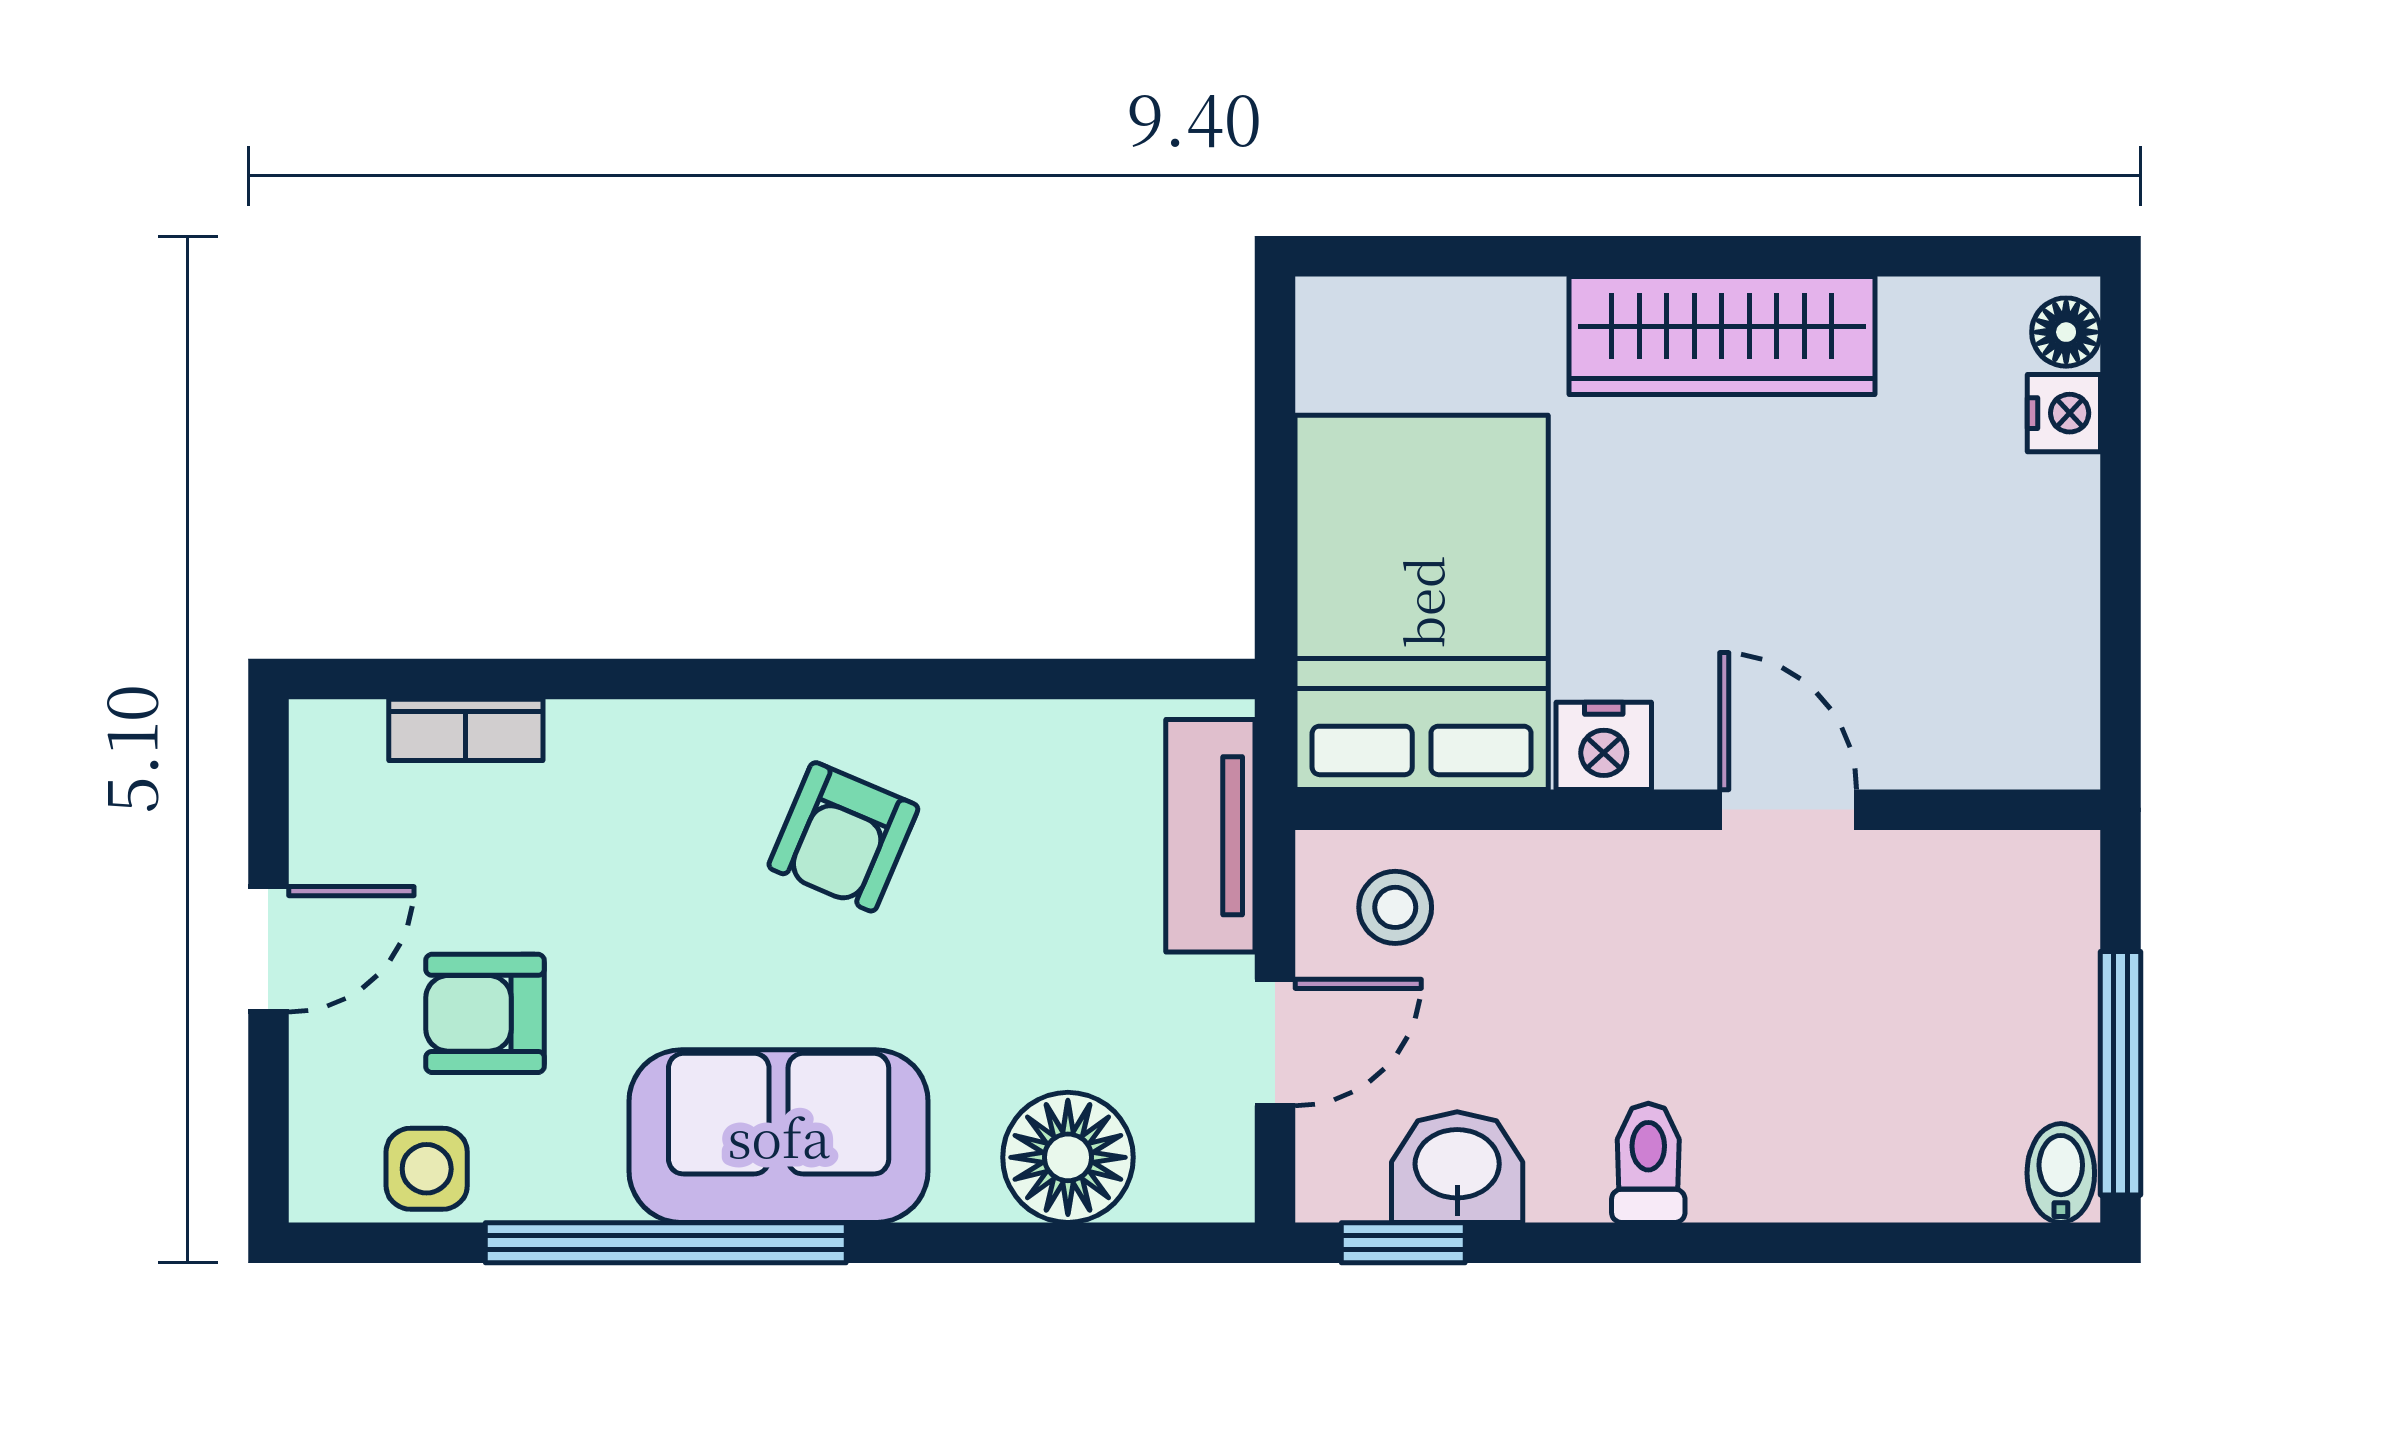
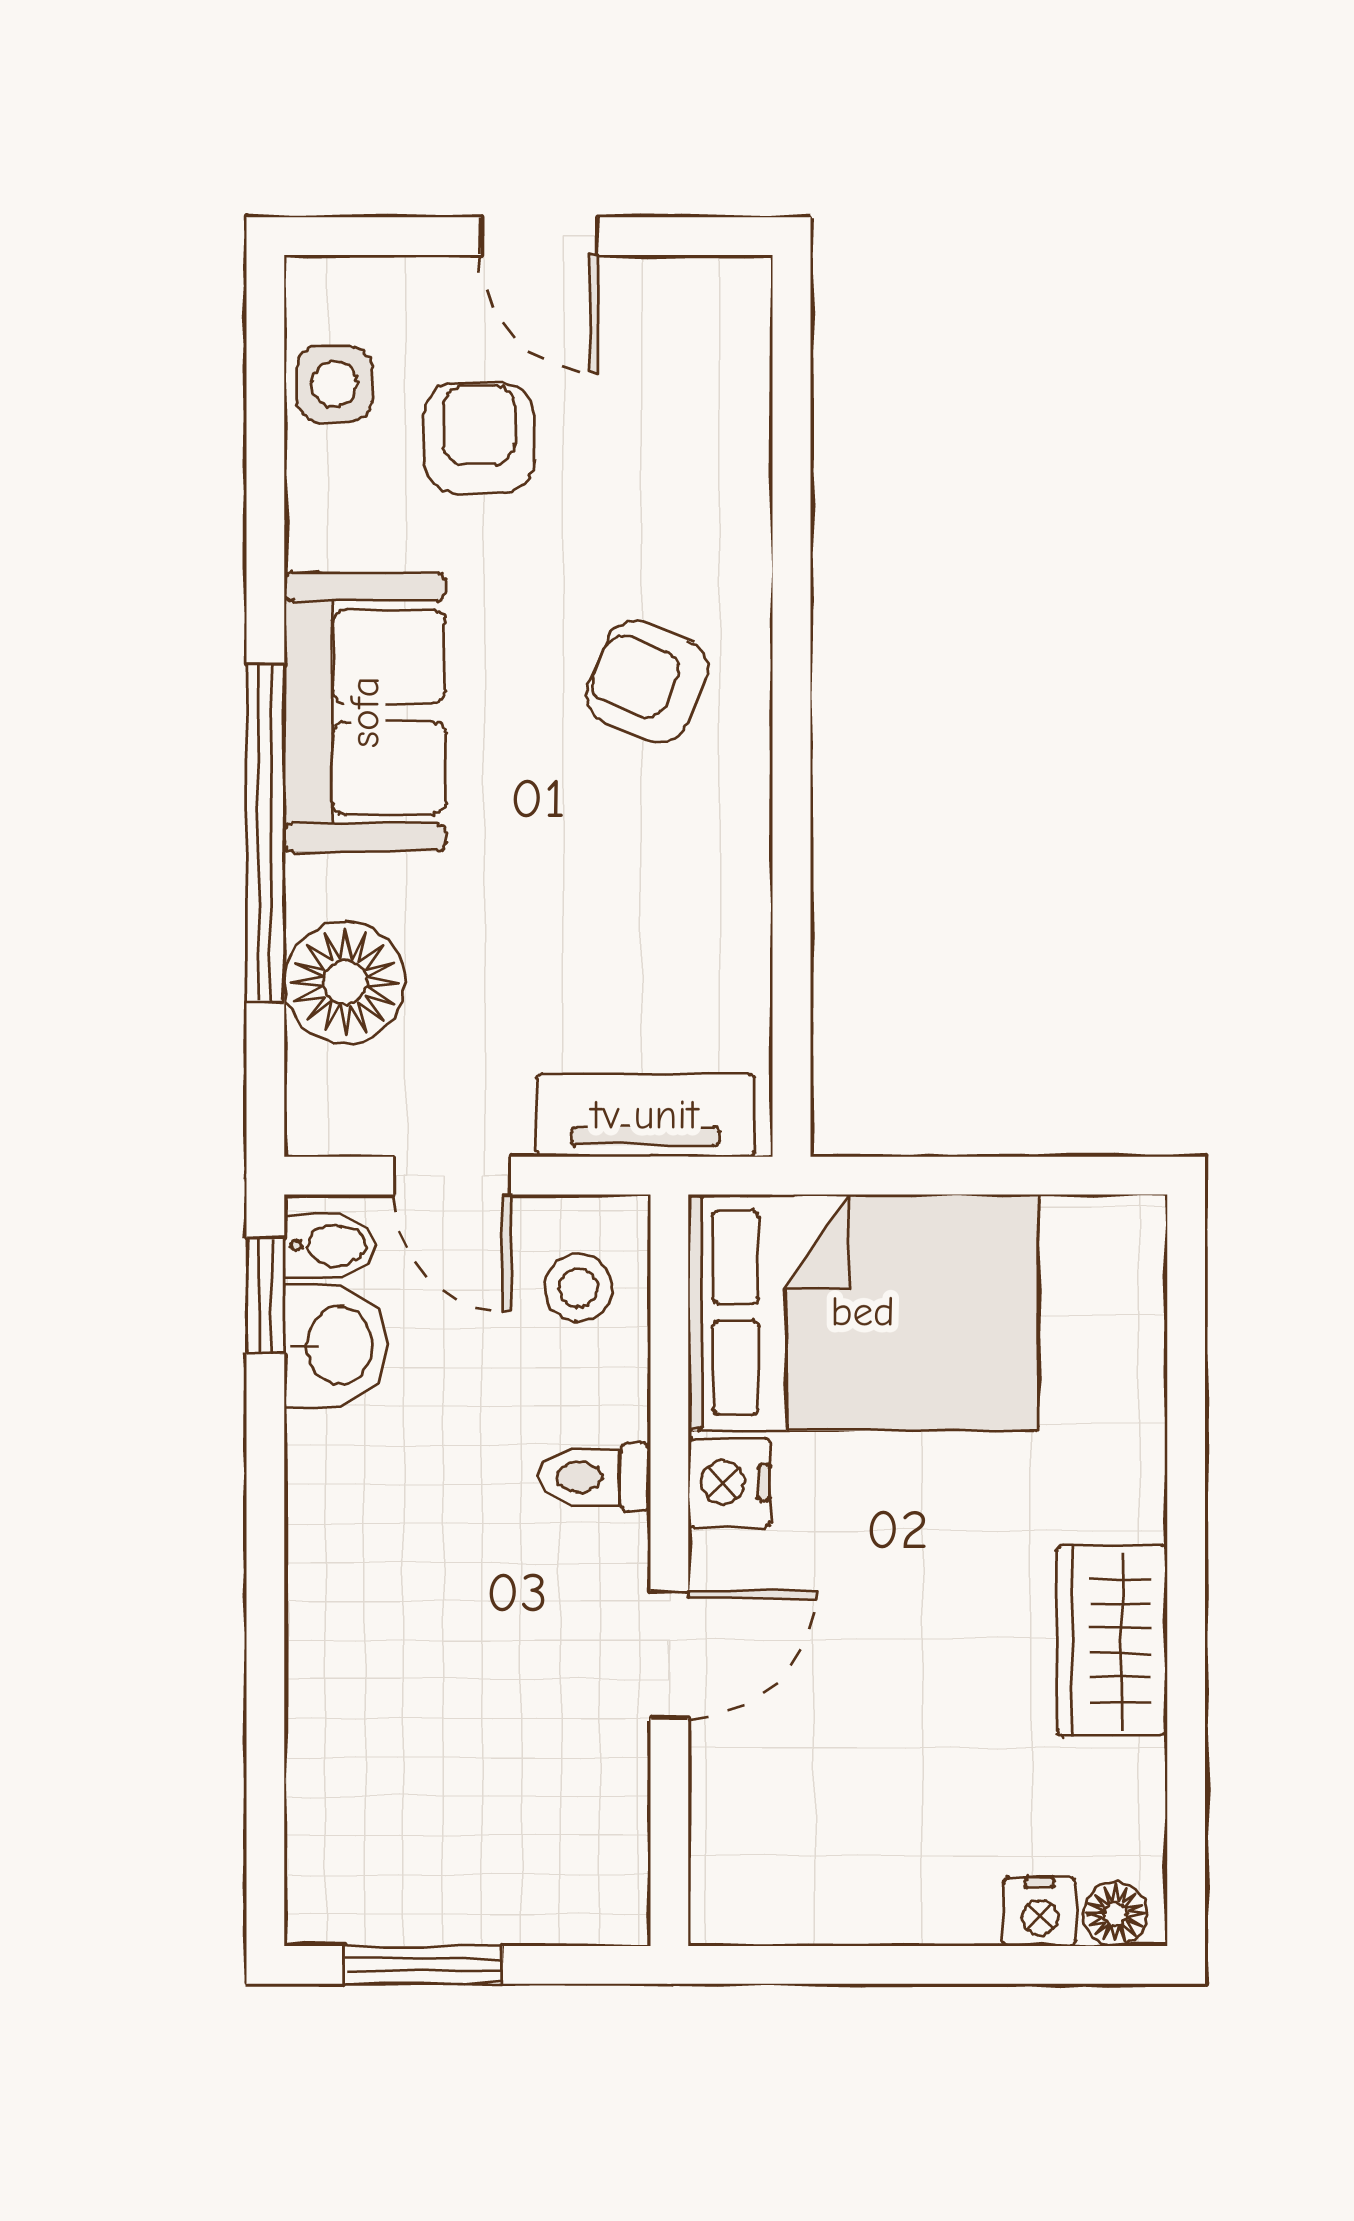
wardrobe: (1722, 336) -> (1112, 1640), width x0.67
bookcase: (466, 730) -> (744, 420), removed
armchair: (843, 837) -> (647, 682), moved
window: (2120, 1073) -> (424, 1965), width x0.69
toilet: (1648, 1163) -> (595, 1477), moved, turned 180
bidet: (2061, 1173) -> (330, 1246), moved
window: (666, 1243) -> (265, 833), moved

